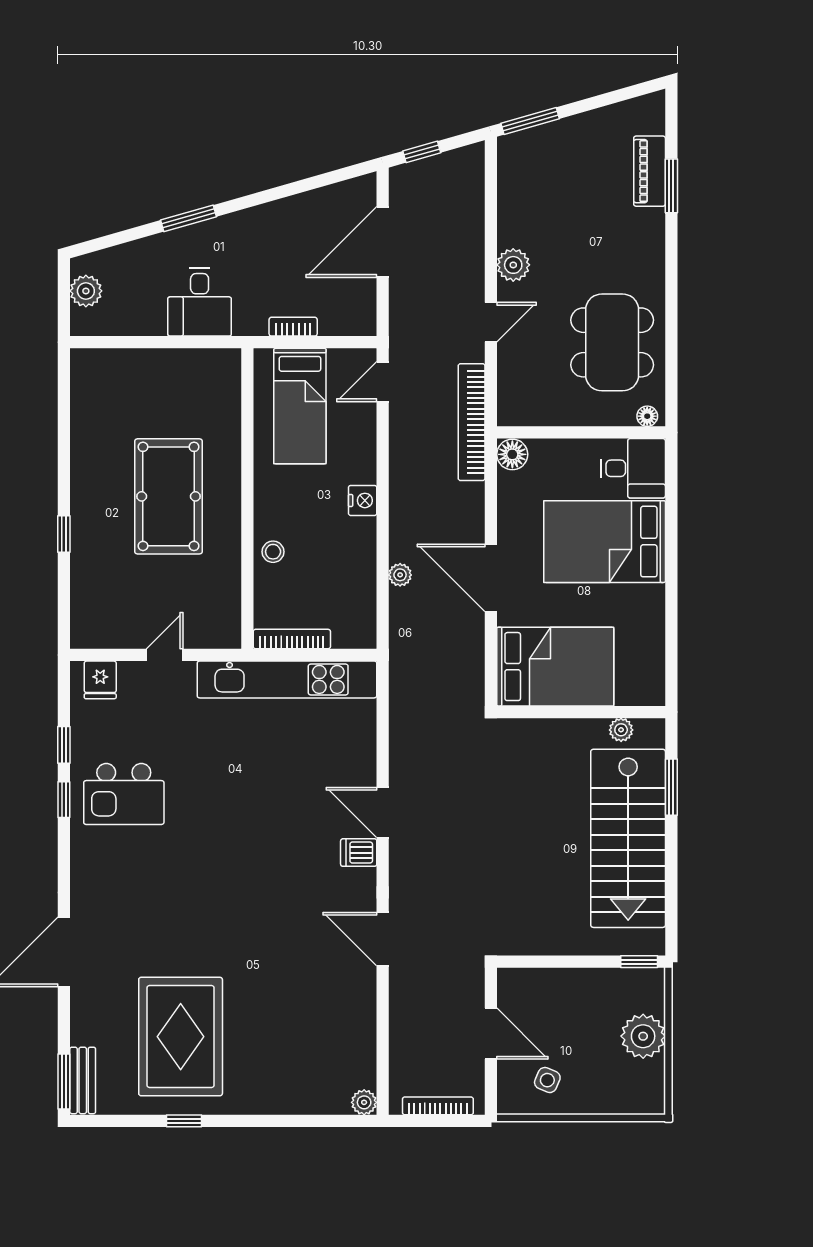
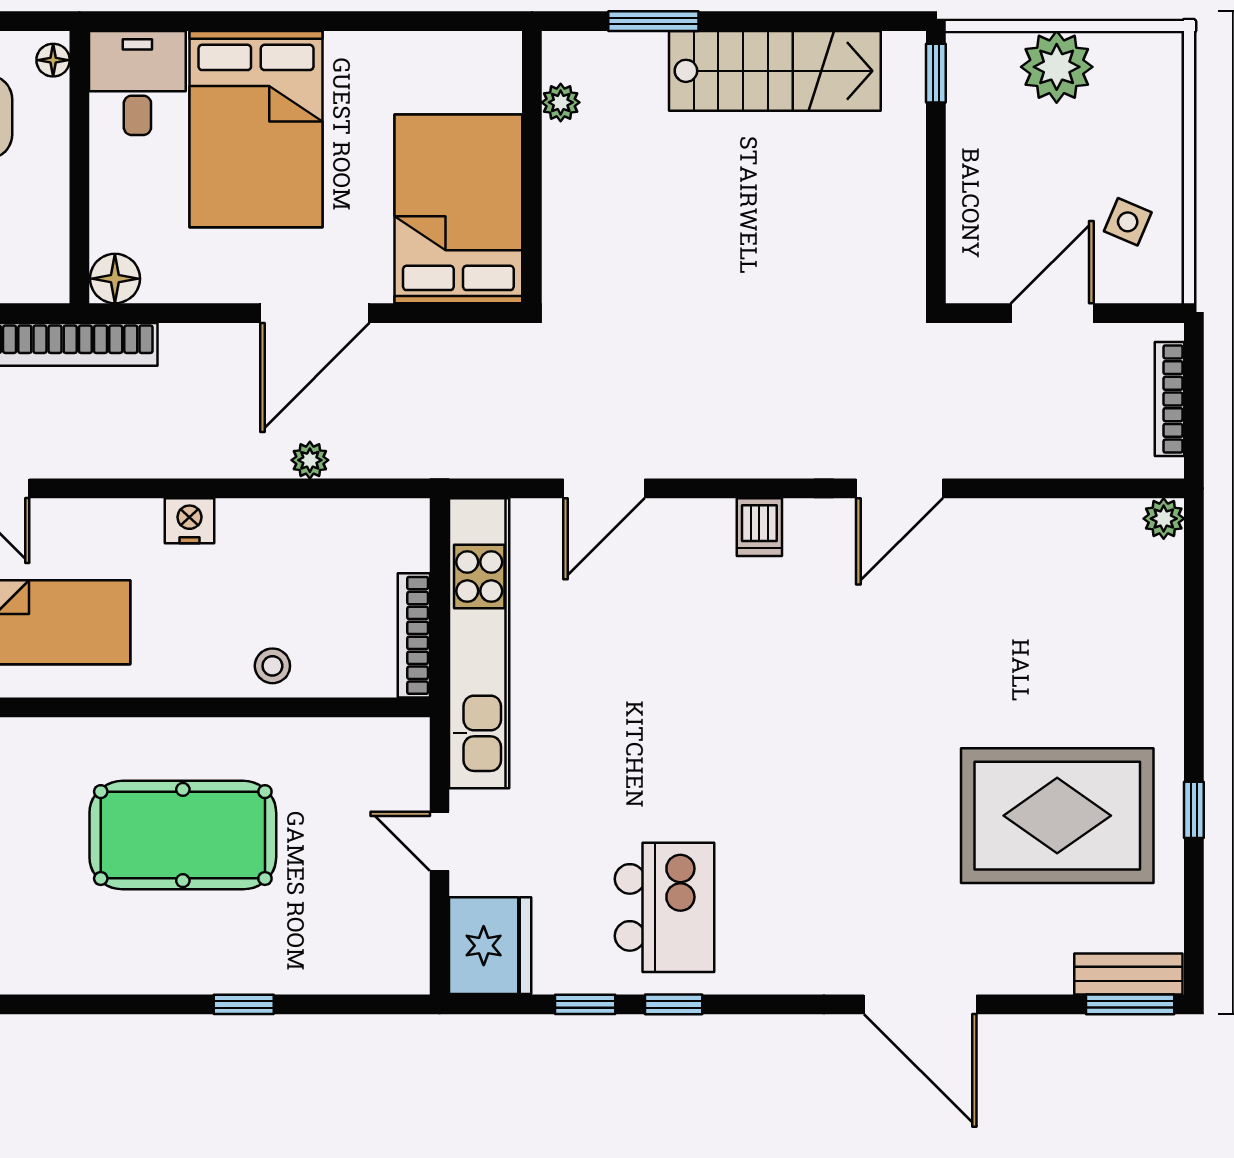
fridge: (100, 680) -> (490, 946), width x1.88, depth x1.34
door: (383, 812) -> (604, 488), moved
stairs: (628, 838) -> (775, 71), width x0.73, depth x0.66

